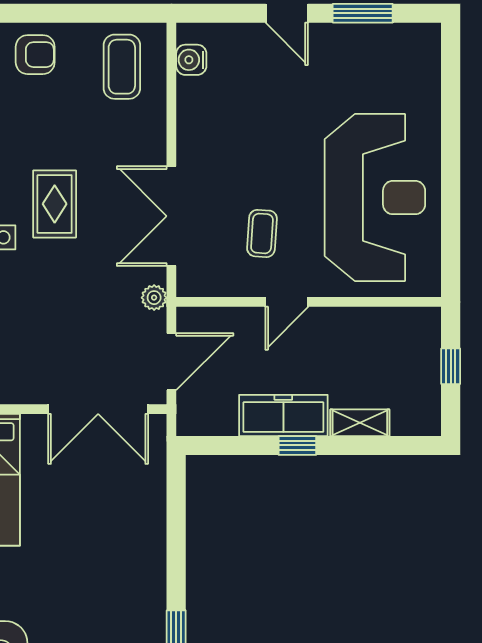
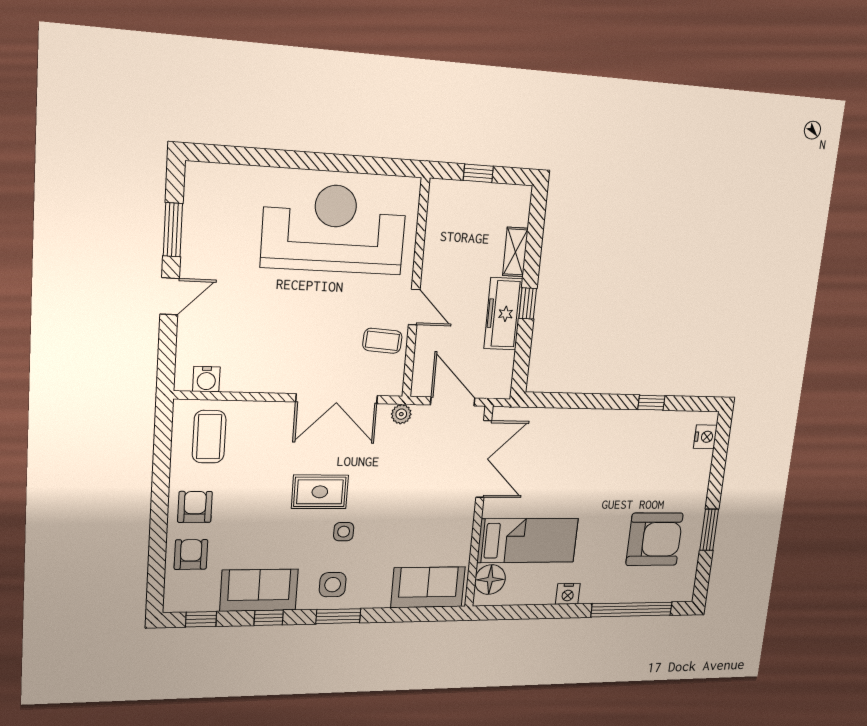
coffee table: (122, 67) -> (209, 437), turned 90
coffee table: (262, 233) -> (382, 341), moved

